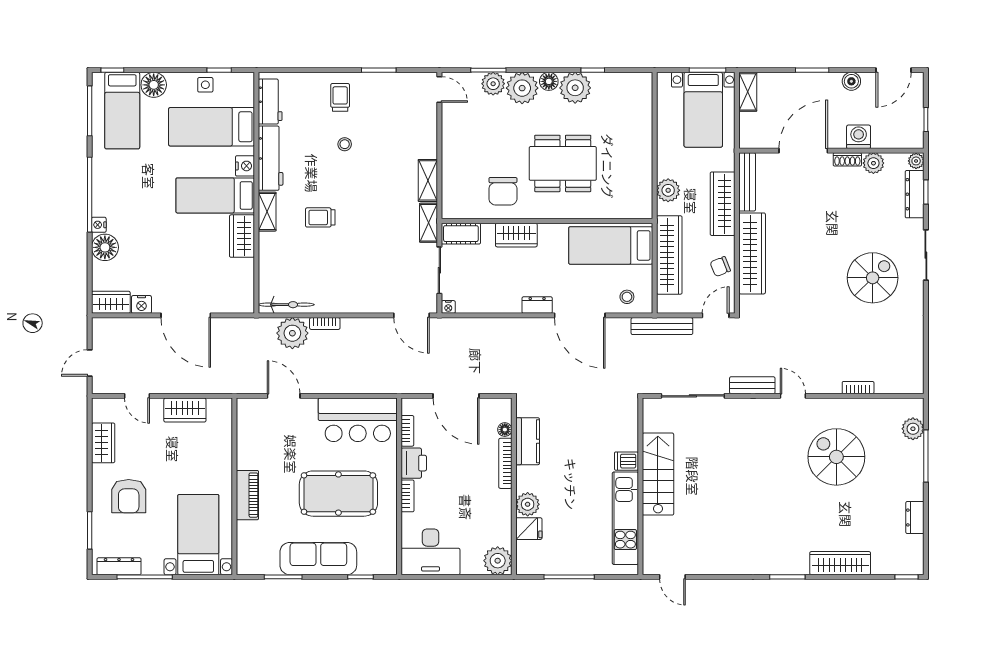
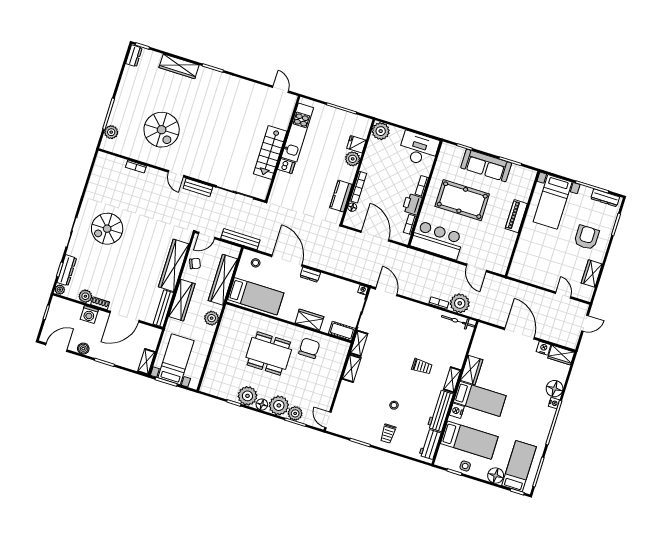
wardrobe: (185, 410) -> (537, 278), removed
dresser: (915, 518) -> (134, 56), moved

